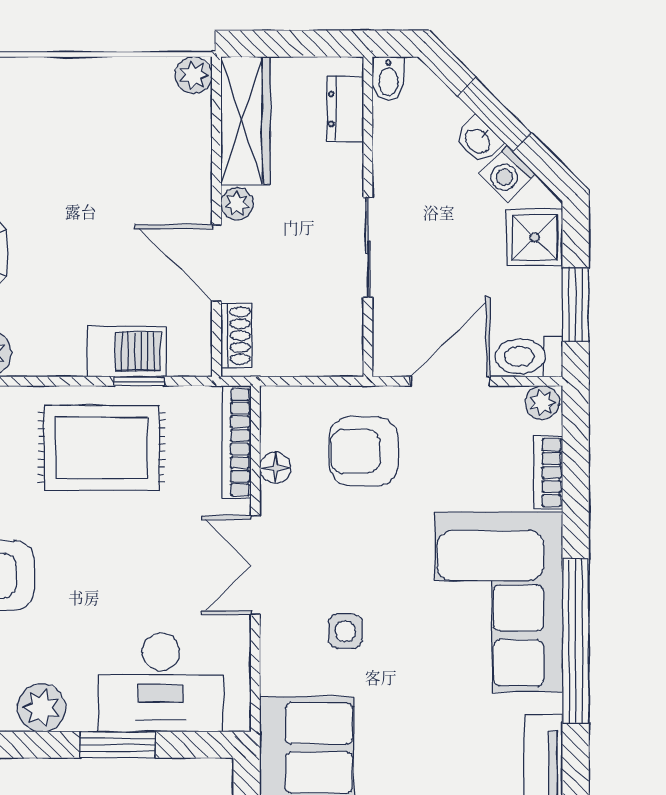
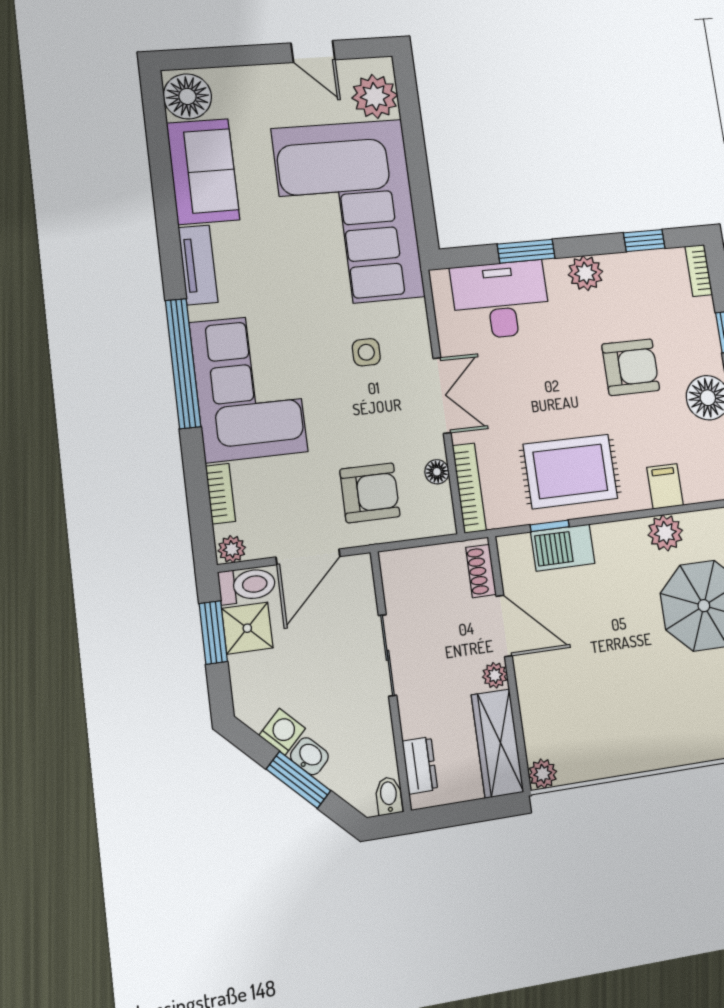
shower: (534, 238) -> (247, 628), moved

